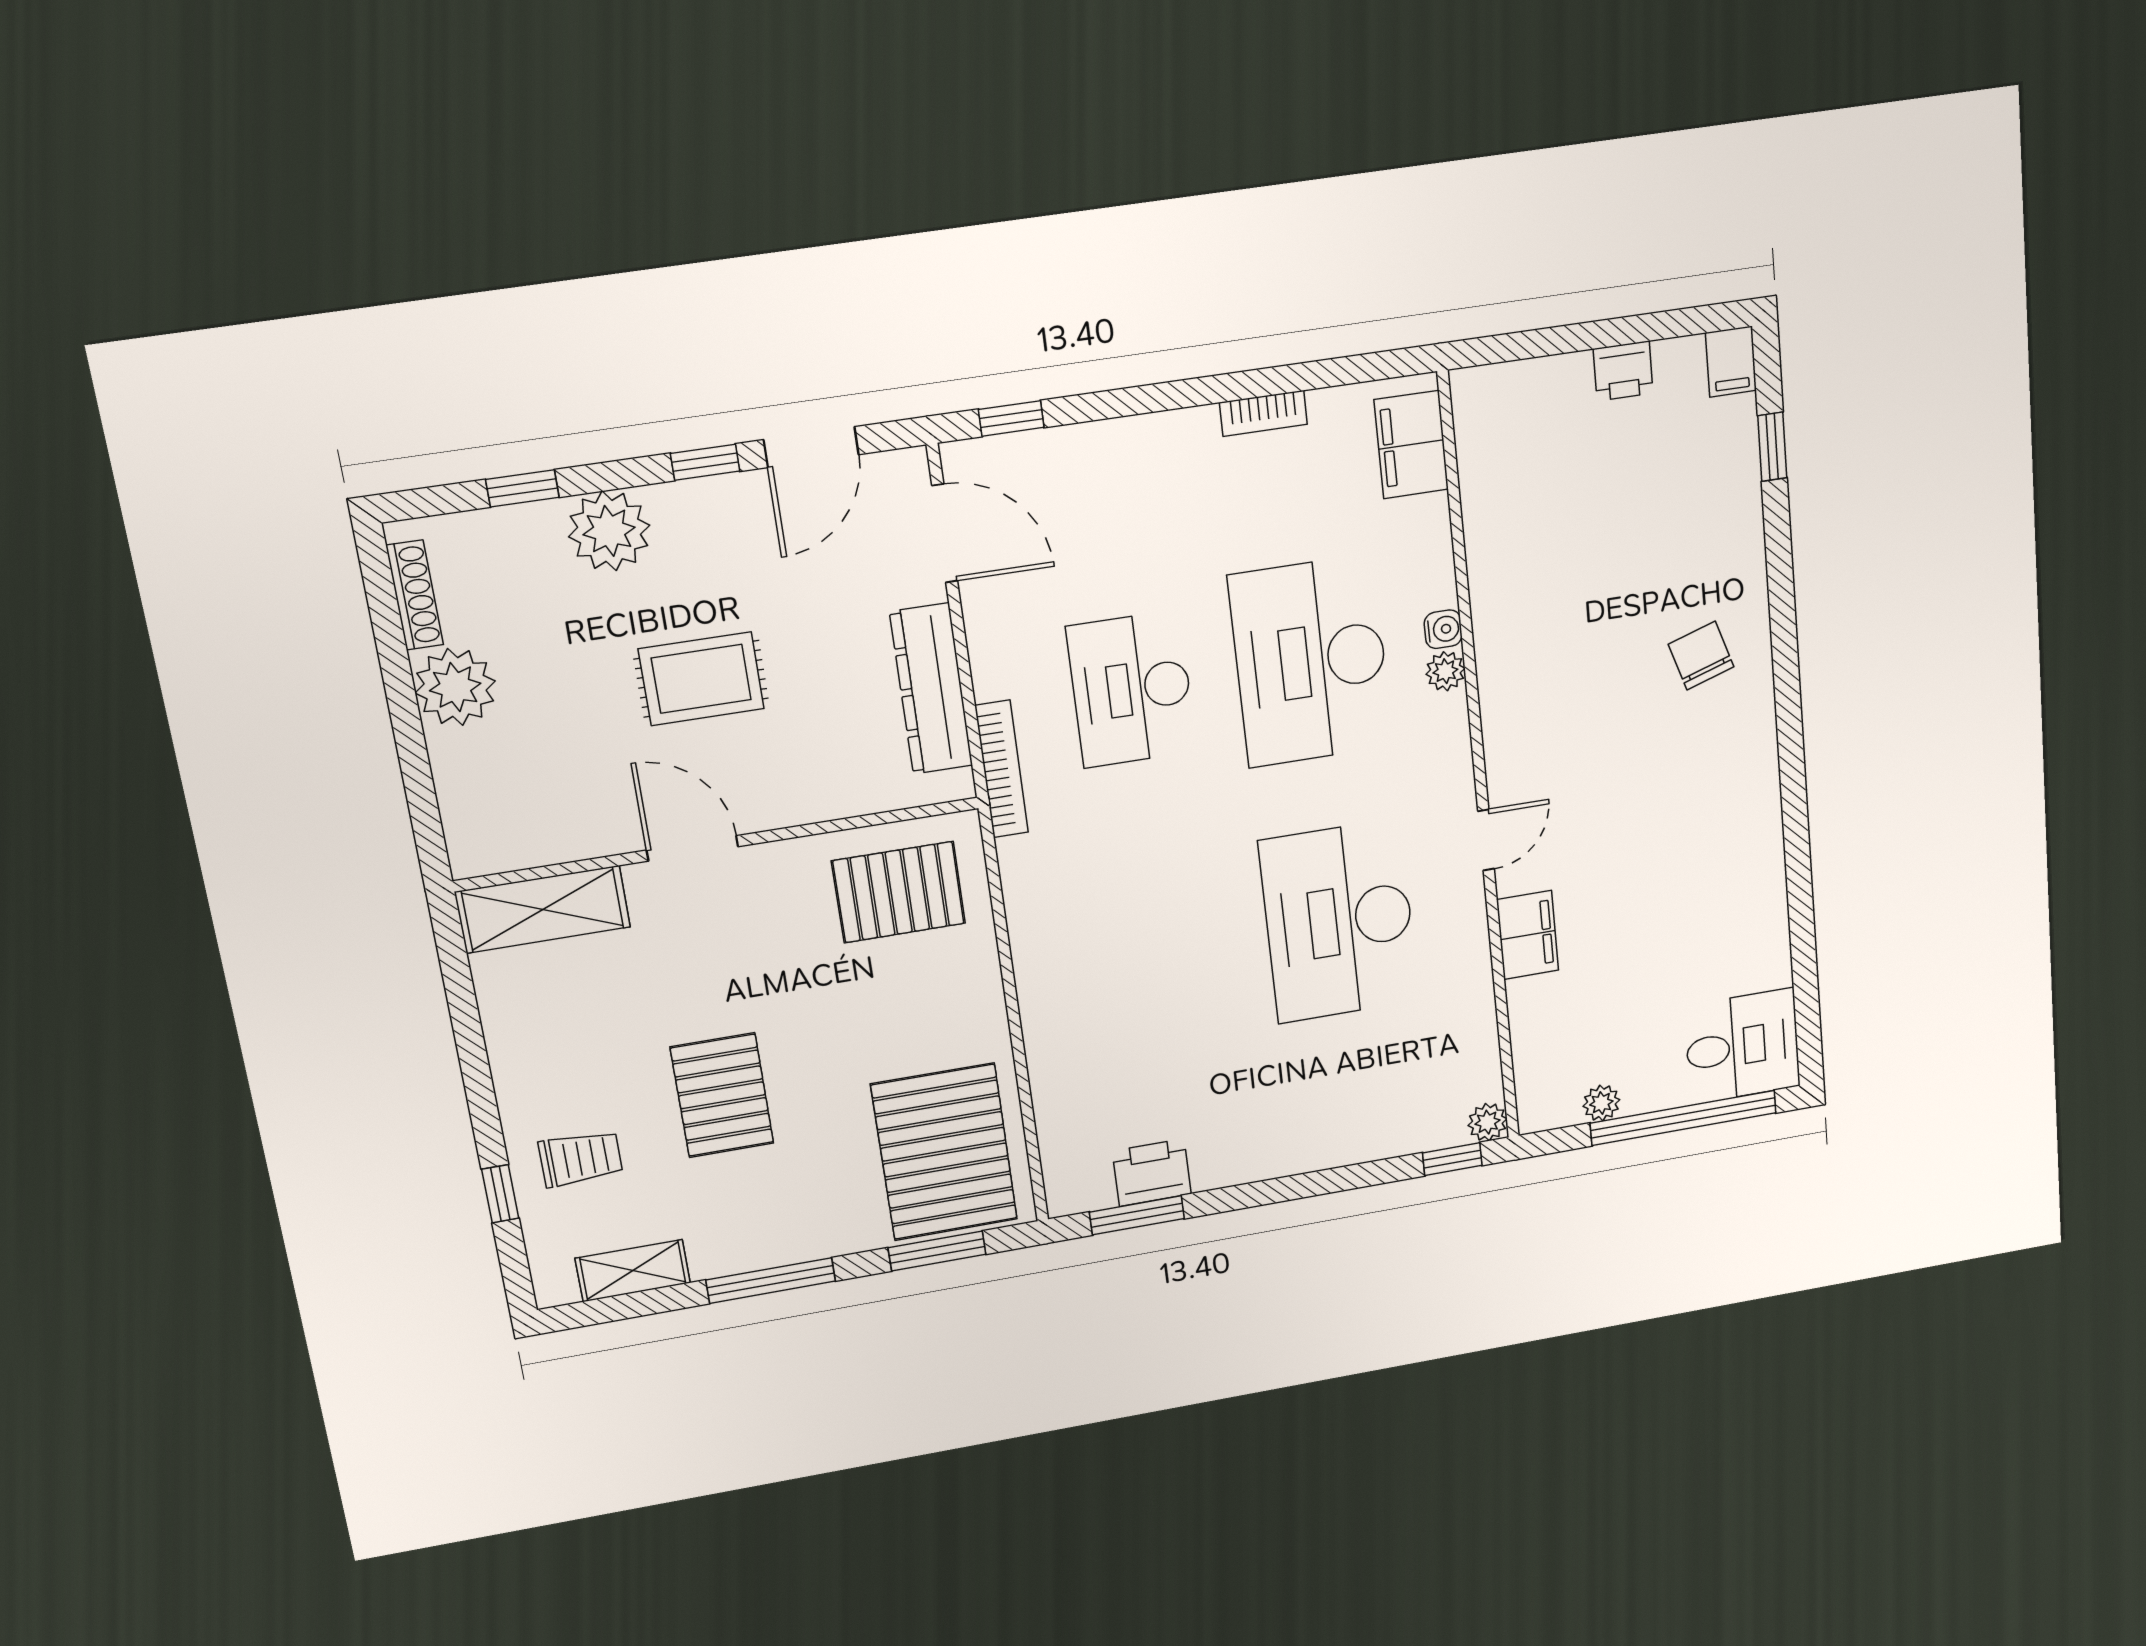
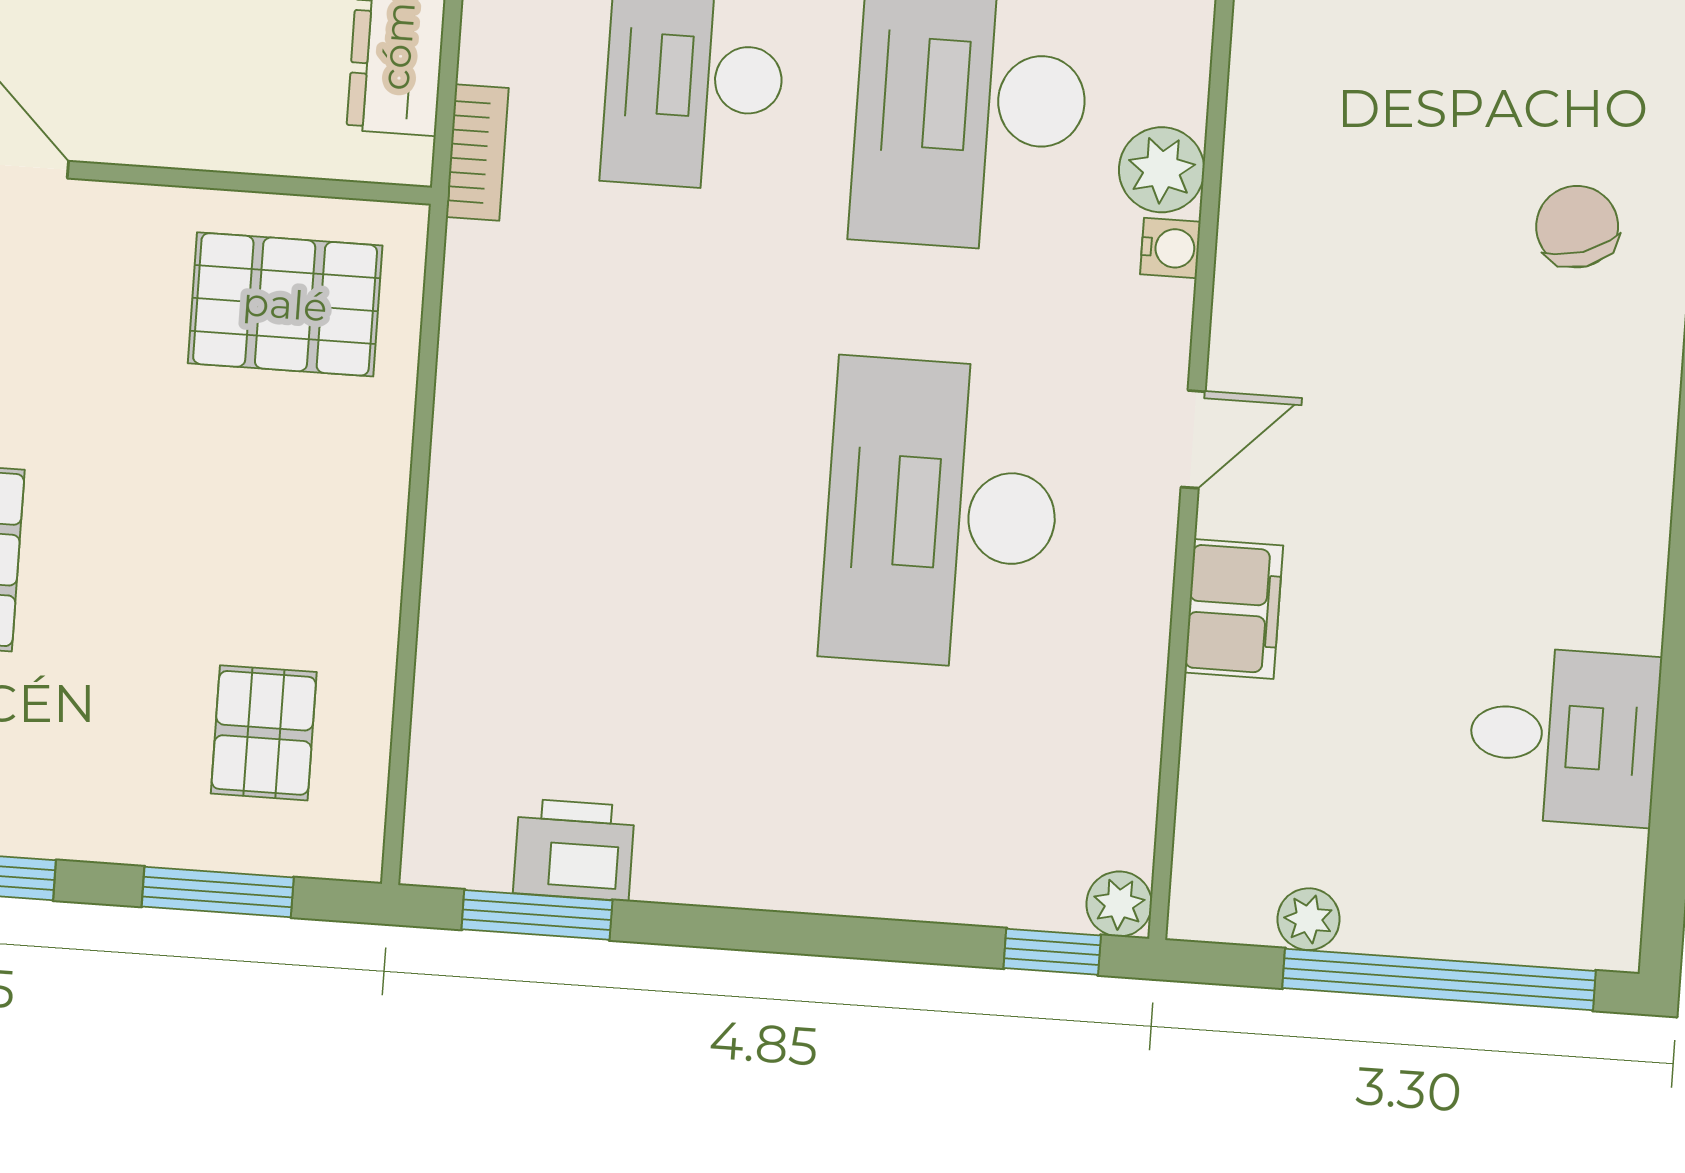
water cooler: (1443, 629) -> (1170, 248), moved
plant: (1445, 671) -> (1162, 170), width x1.38, depth x1.38
bookcase: (1002, 769) -> (477, 152), width x0.64
desk: (1742, 1046) -> (1564, 736), moved
pallet: (944, 1152) -> (264, 733), width x0.49, depth x0.50

